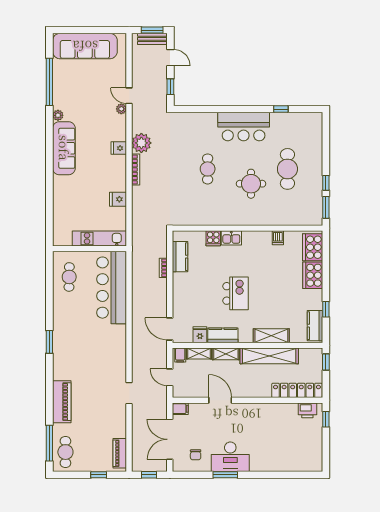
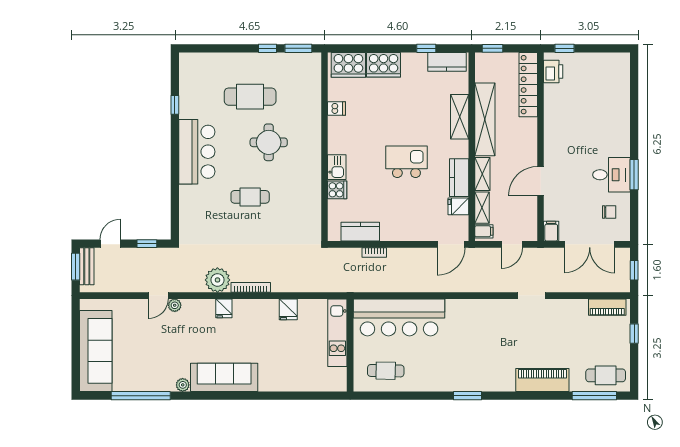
desk: (230, 457) -> (612, 175), width x0.73

